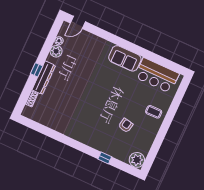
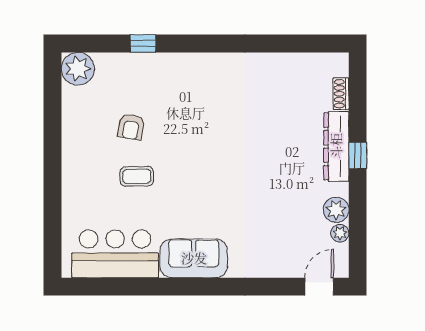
coffee table: (154, 112) -> (137, 176), moved

